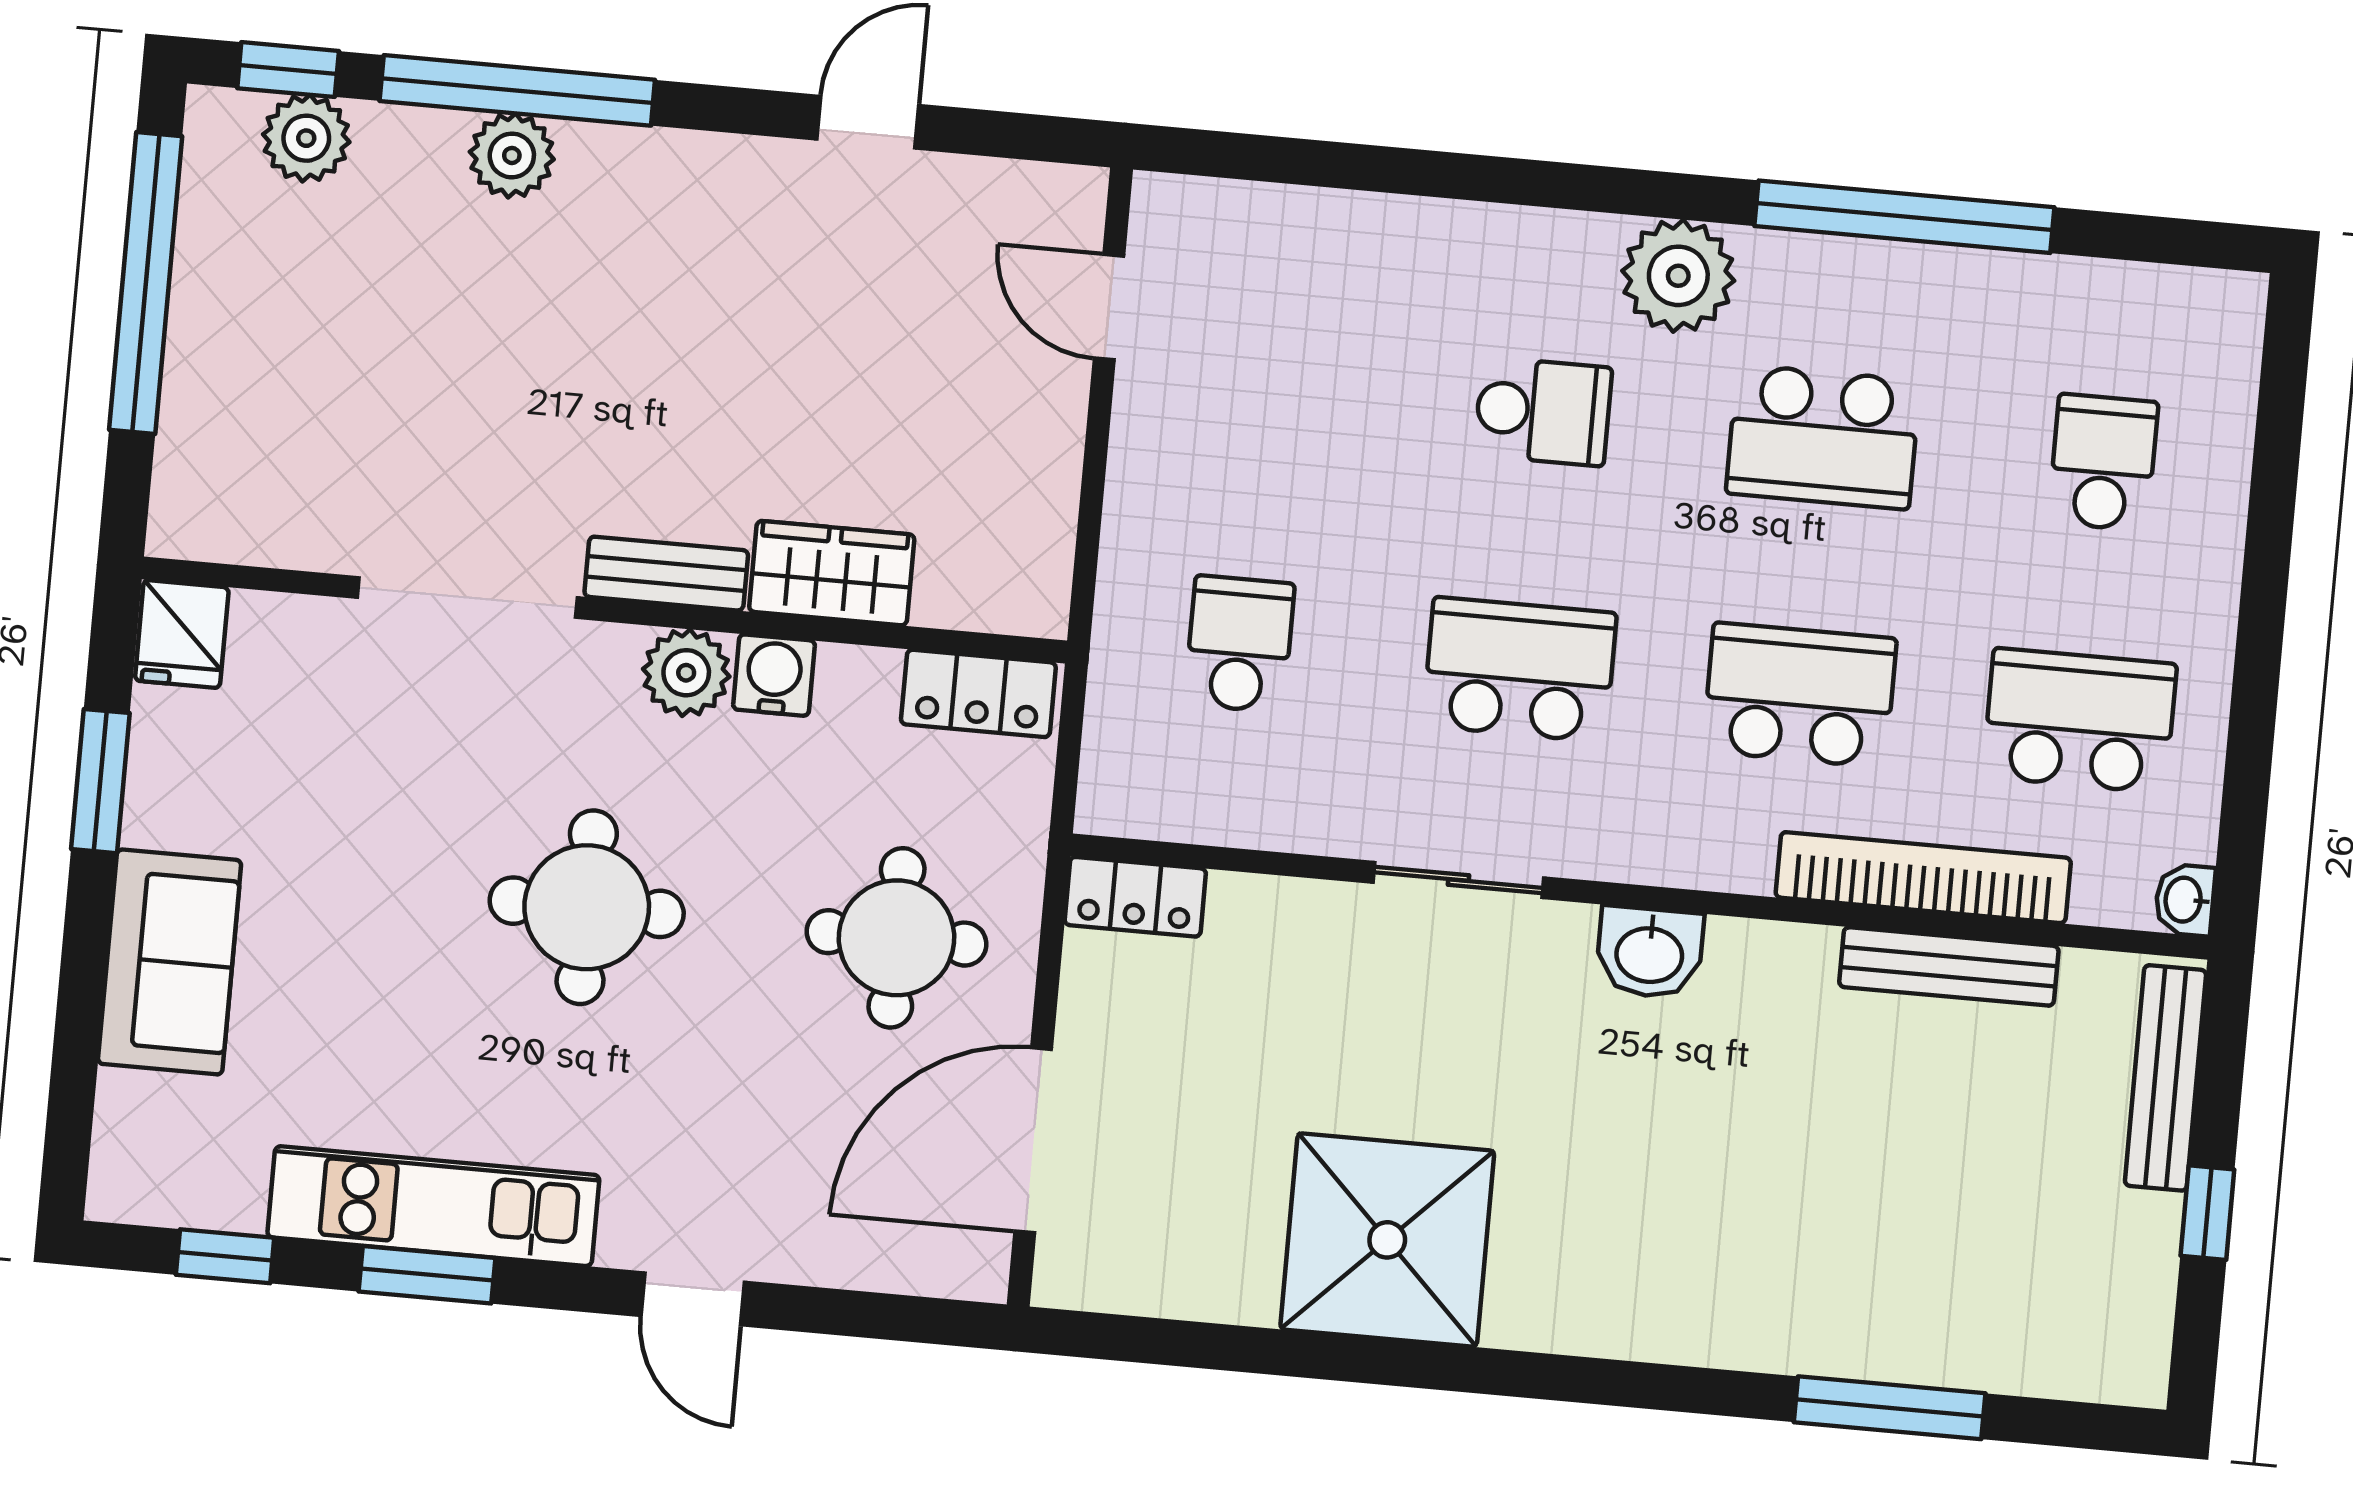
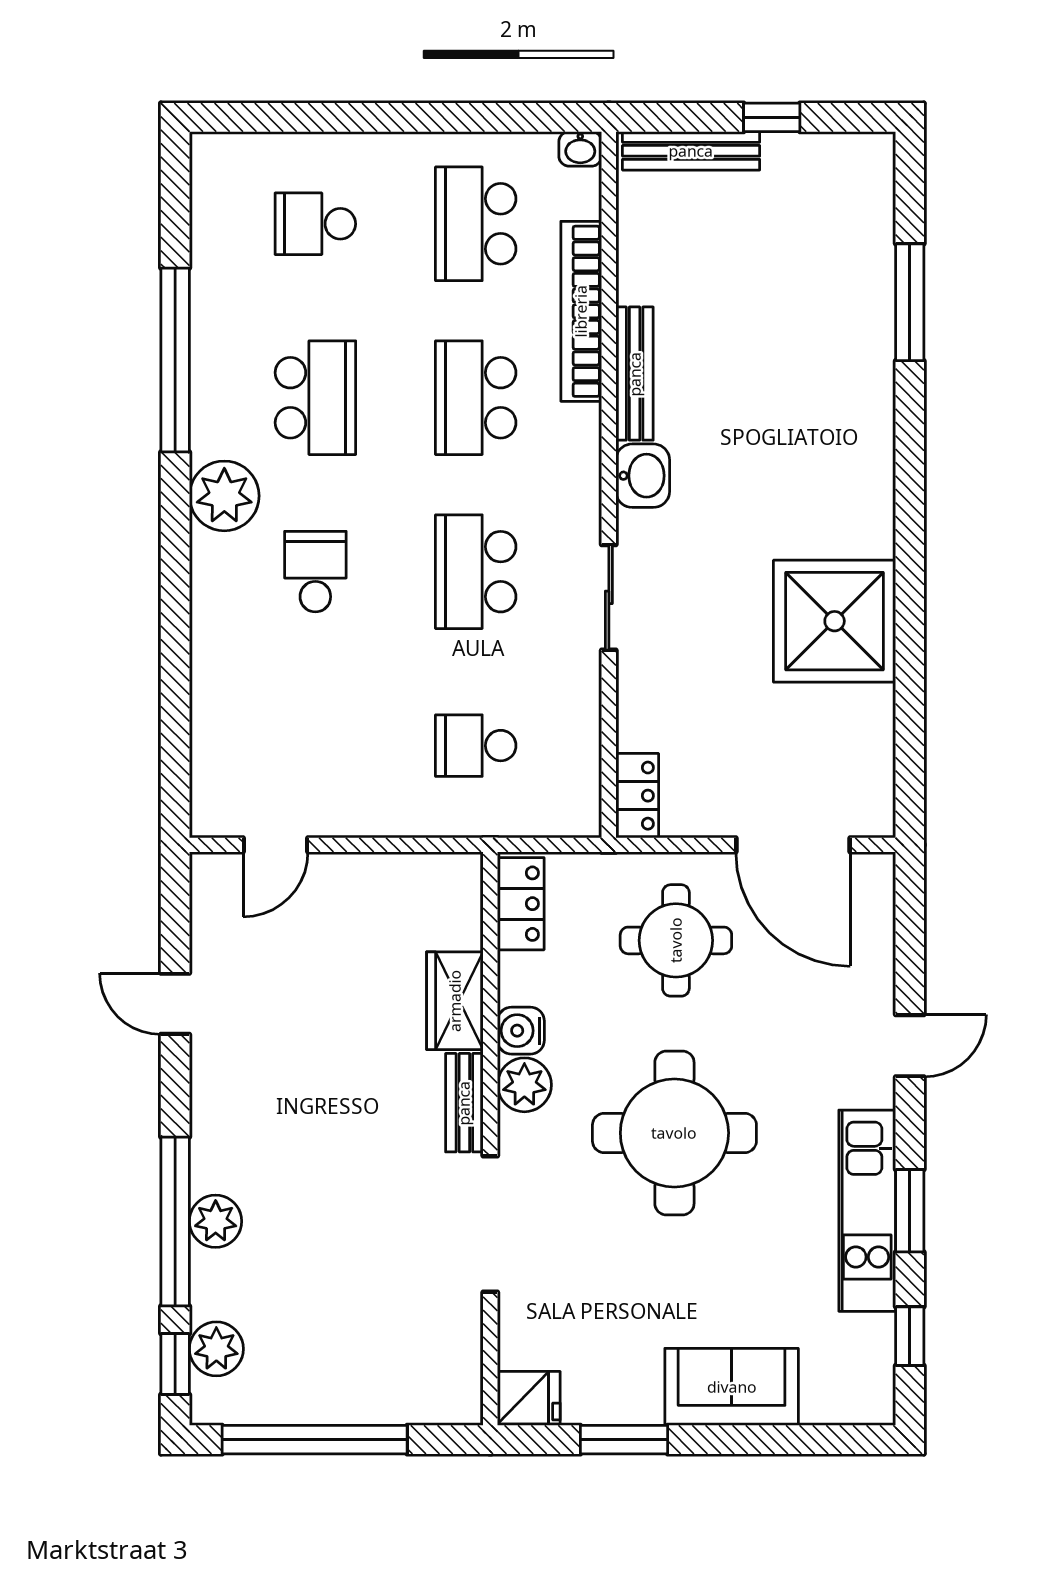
round table: (587, 907) -> (674, 1133), width x1.36, depth x1.36
bench: (1949, 966) -> (635, 374), moved

